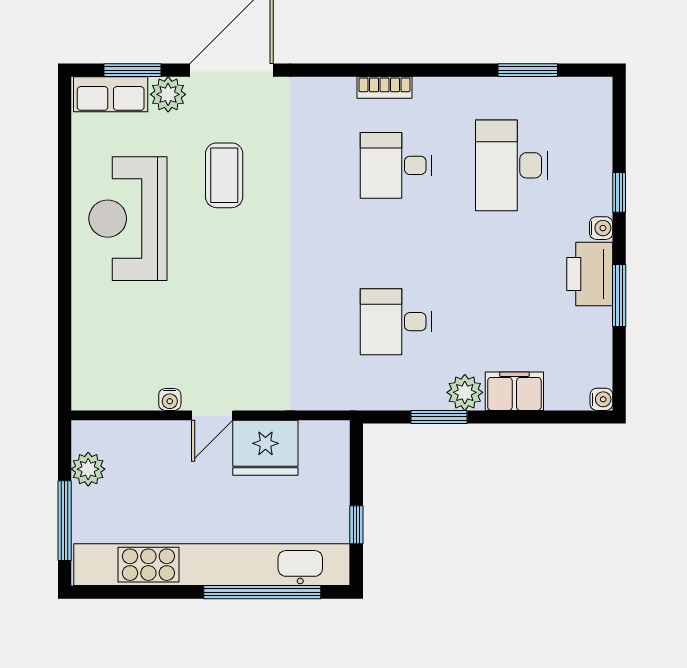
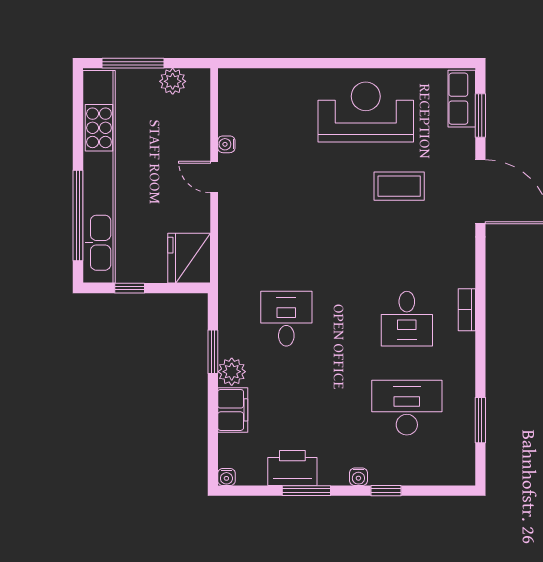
plant: (168, 94) -> (462, 143), removed
desk: (396, 165) -> (407, 319), turned 180
printer: (590, 274) -> (292, 468), moved
fridge: (265, 448) -> (189, 258), moved

